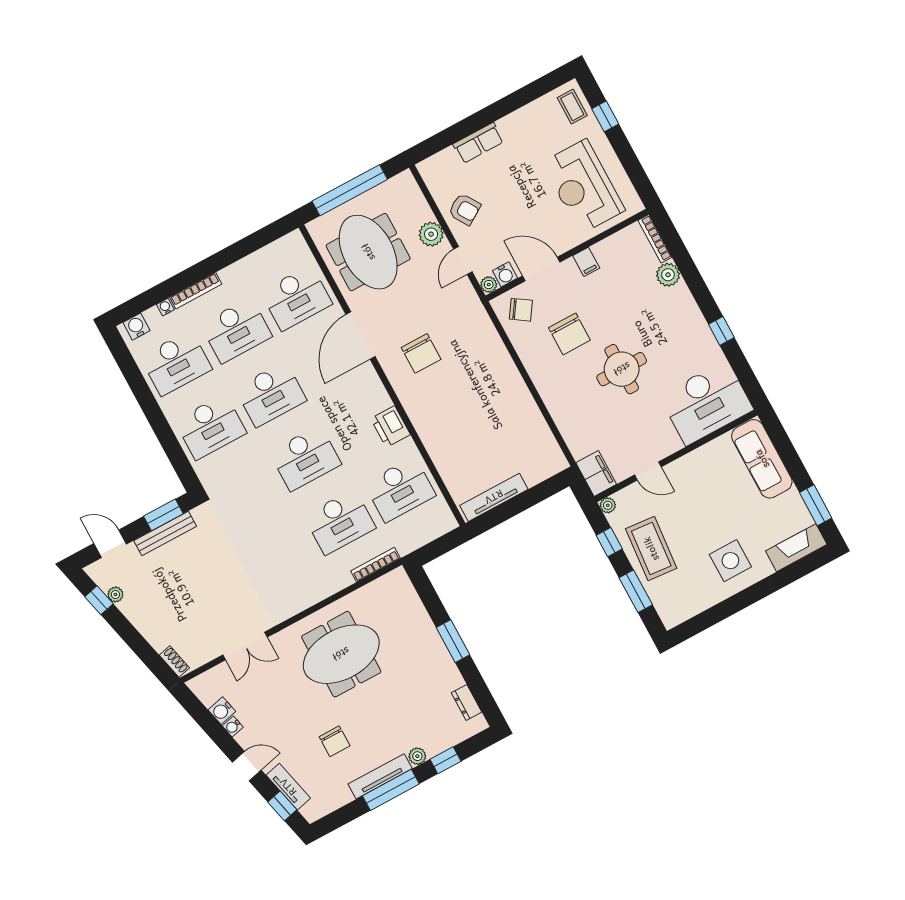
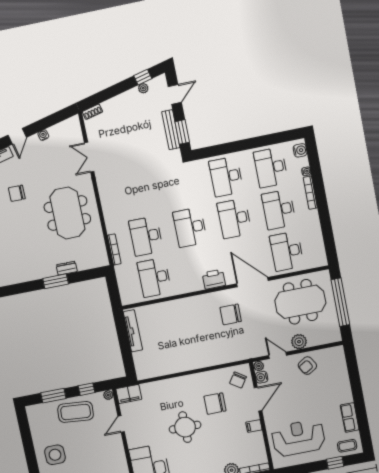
row of seats: (478, 143) -> (350, 417), moved
printer: (390, 427) -> (214, 279), moved
dresser: (467, 702) -> (67, 268), moved
water cooler: (222, 711) -> (55, 131), removed

